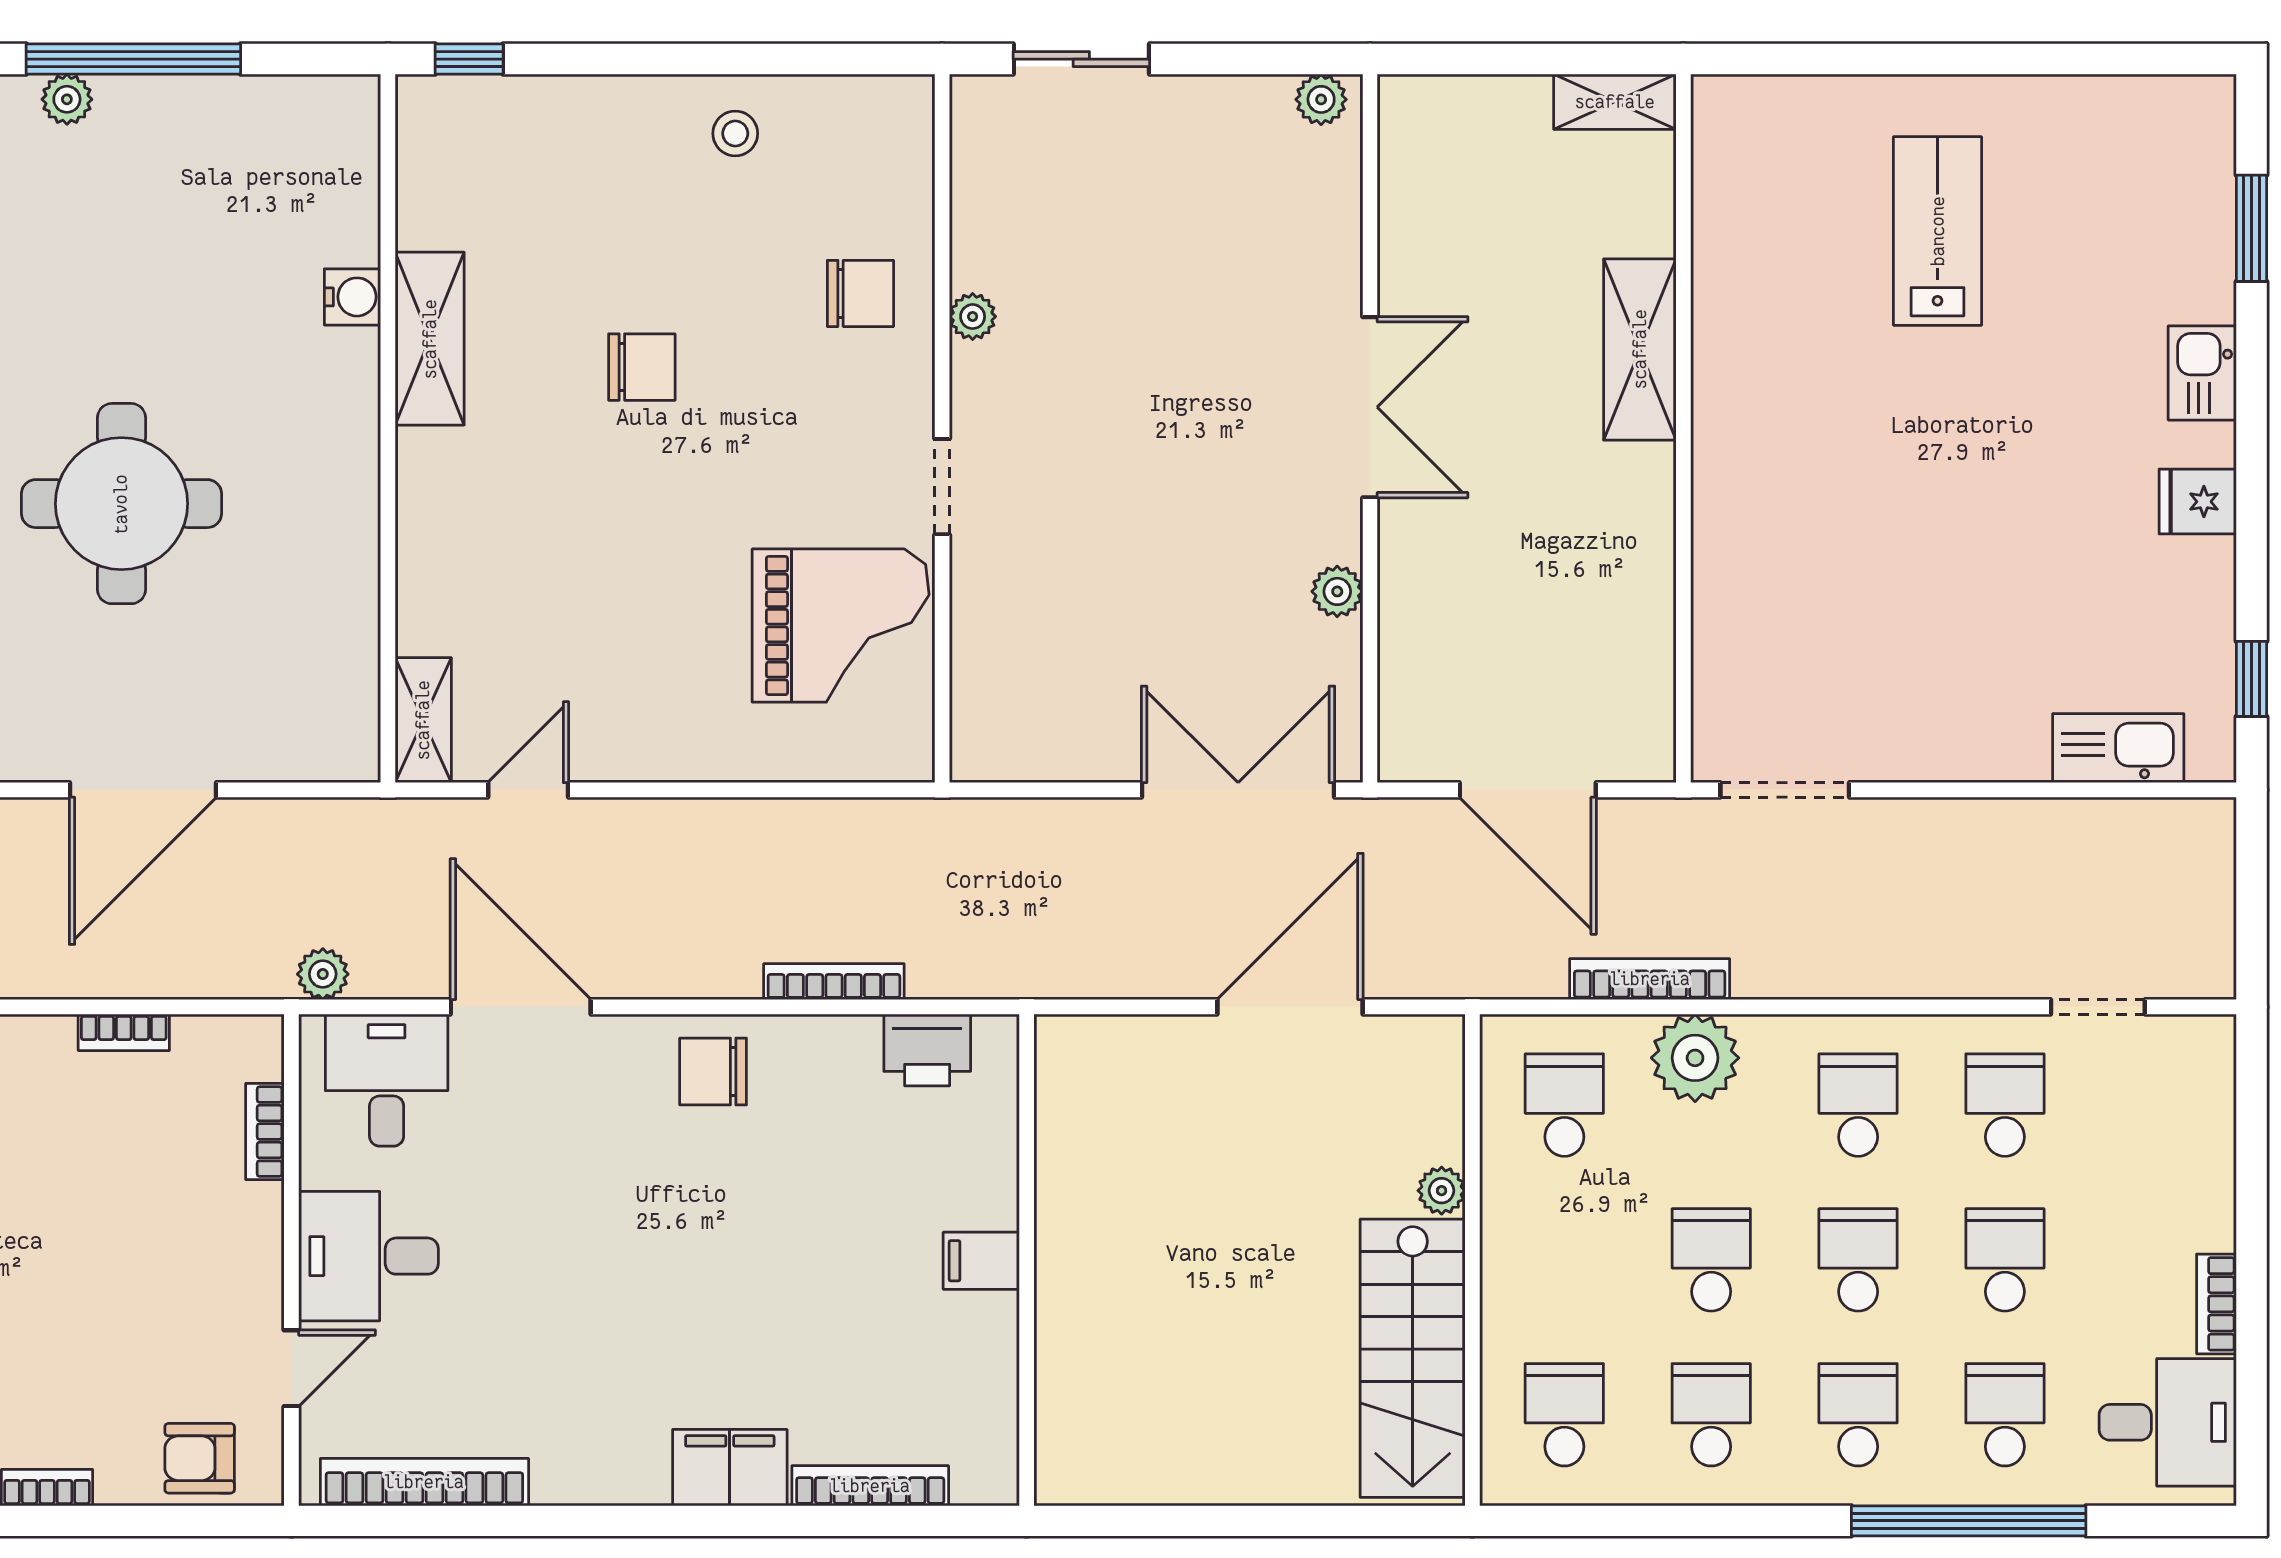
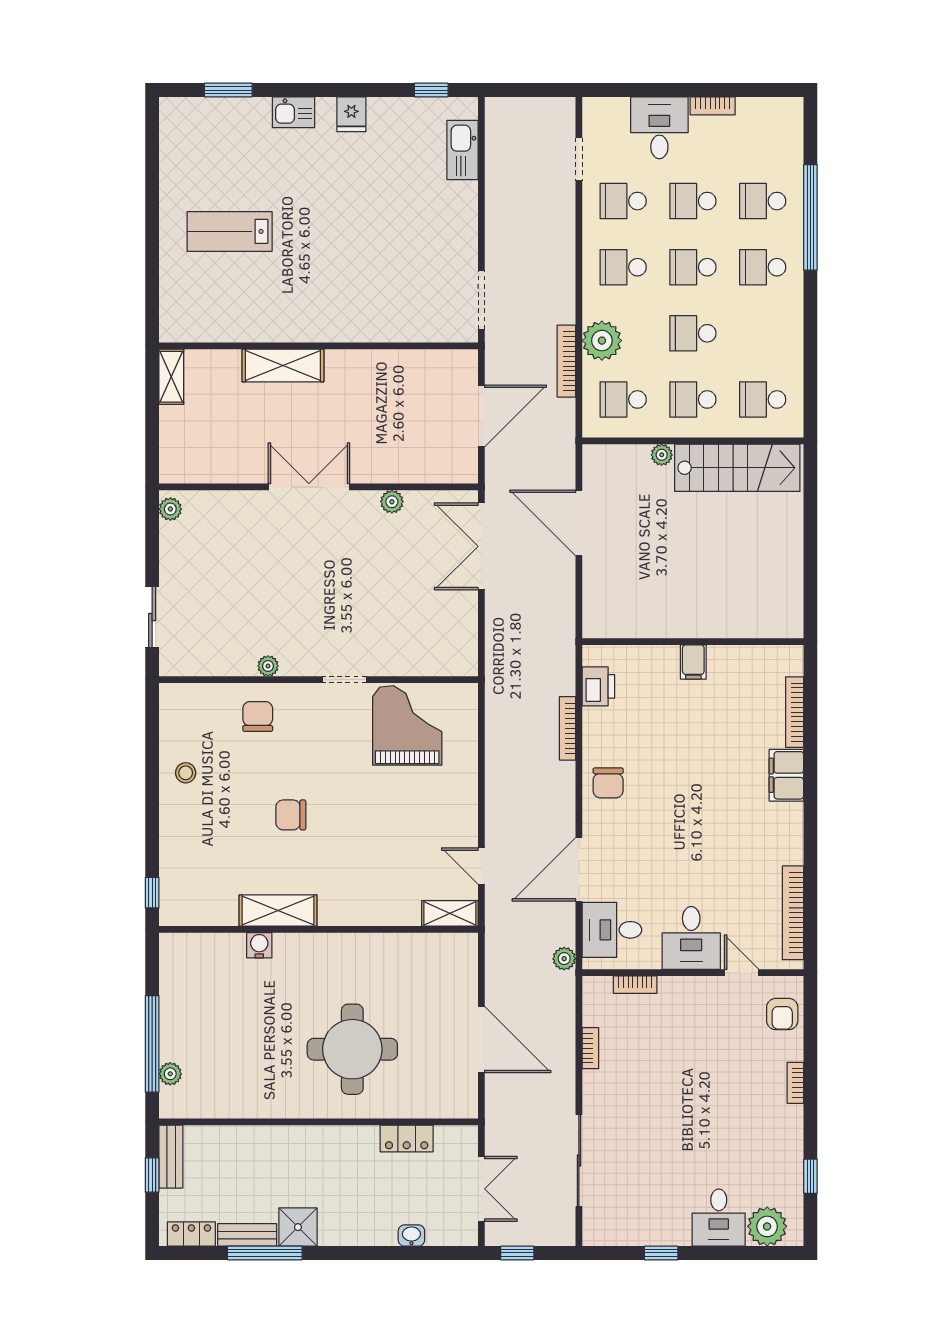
chair: (642, 367) -> (291, 815), turned -90
school desk: (1711, 1415) -> (693, 399), moved
desk: (2168, 1422) -> (659, 128), moved

